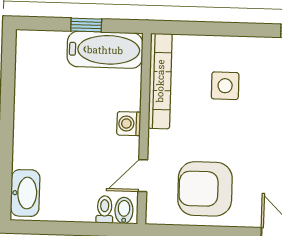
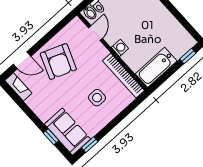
window: (86, 25) -> (188, 56), moved
armchair: (205, 189) -> (58, 61), moved, turned 111

